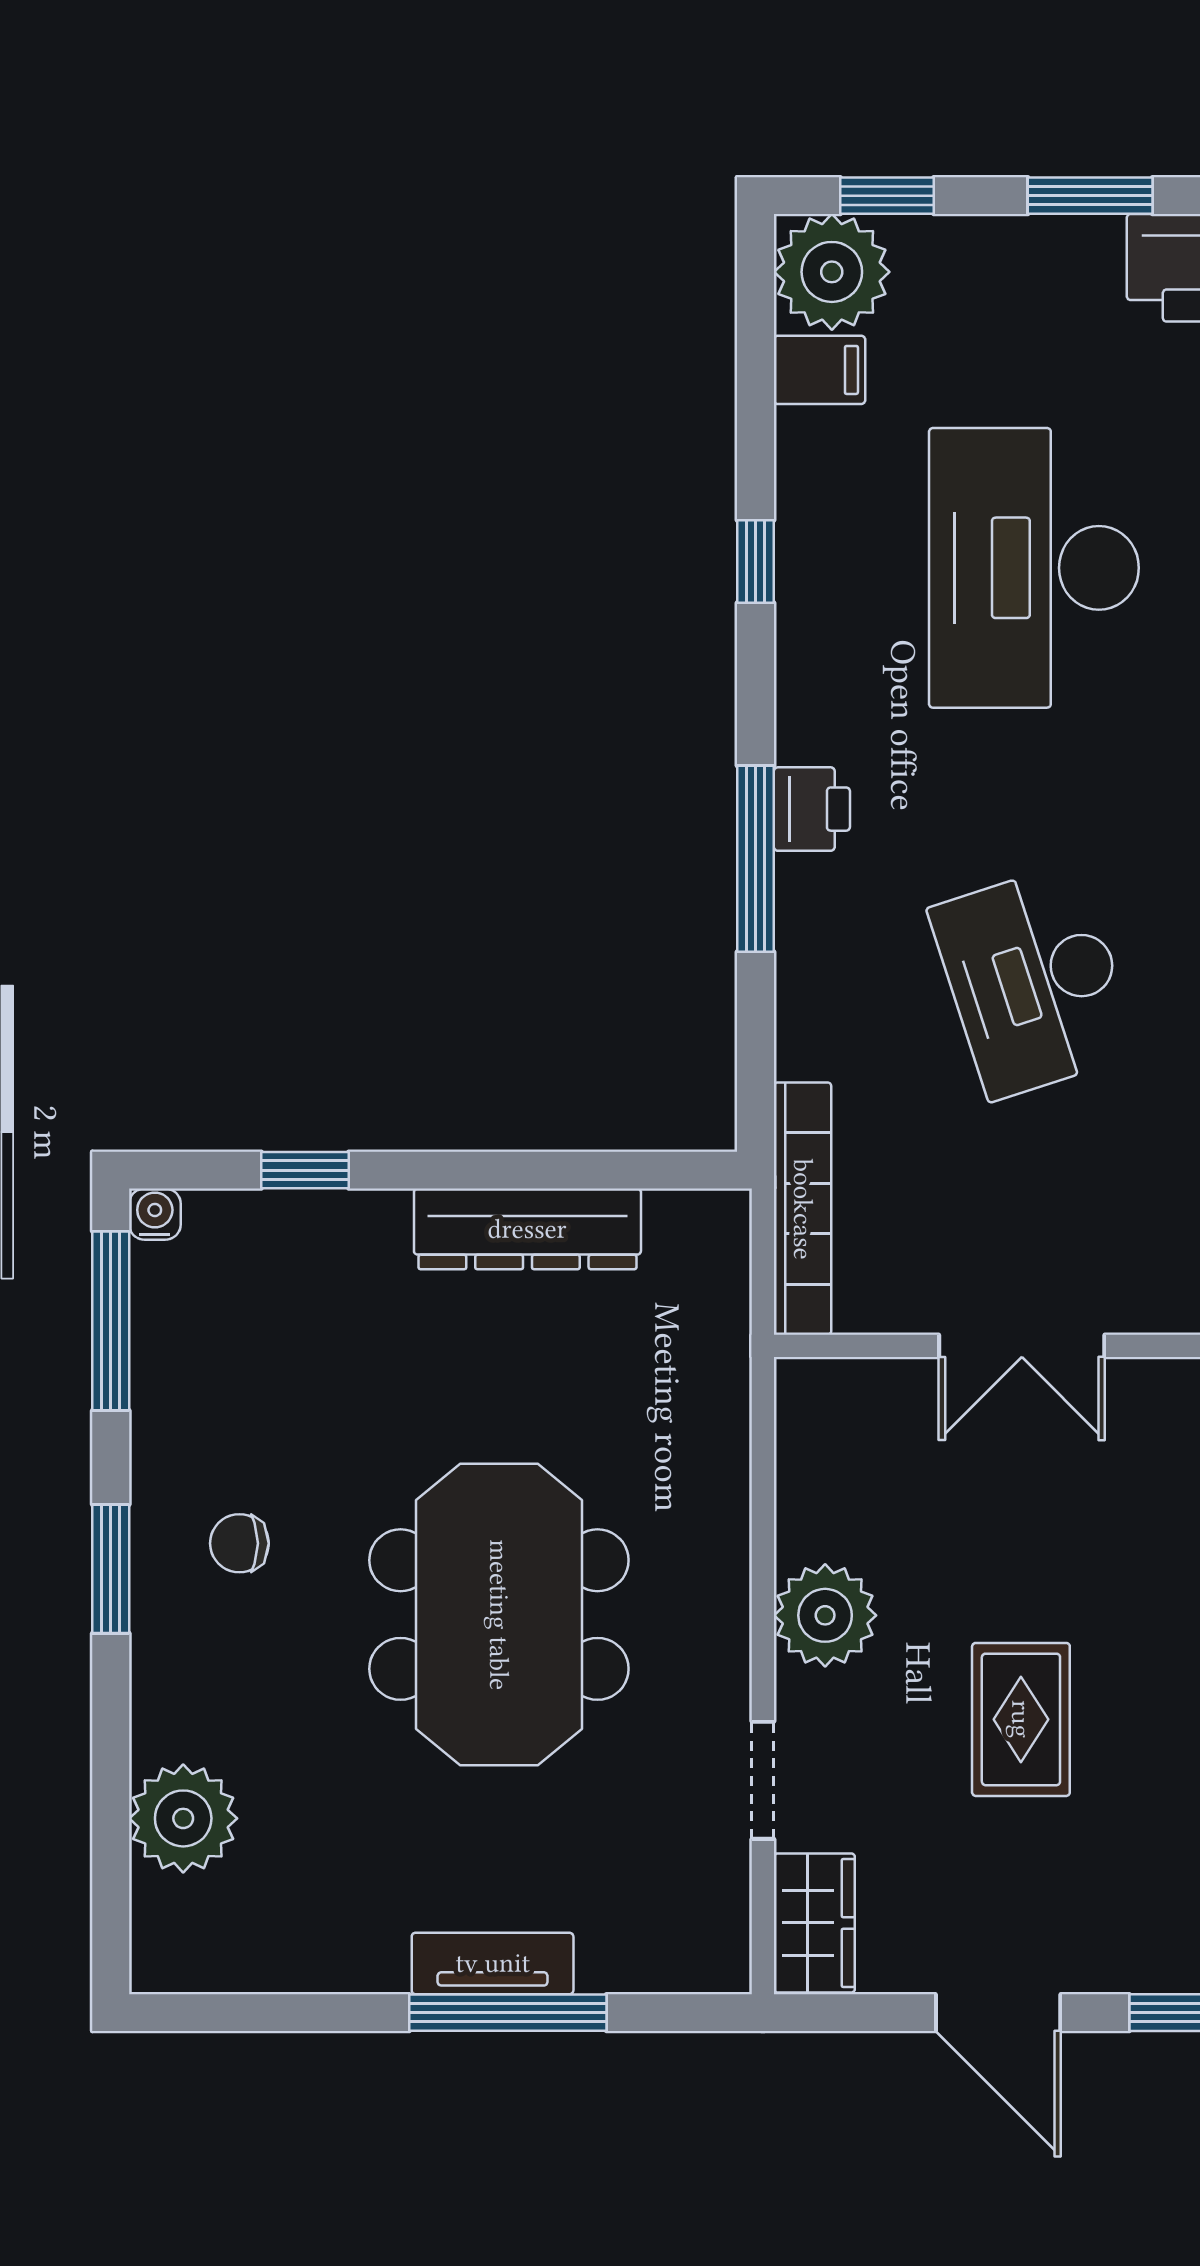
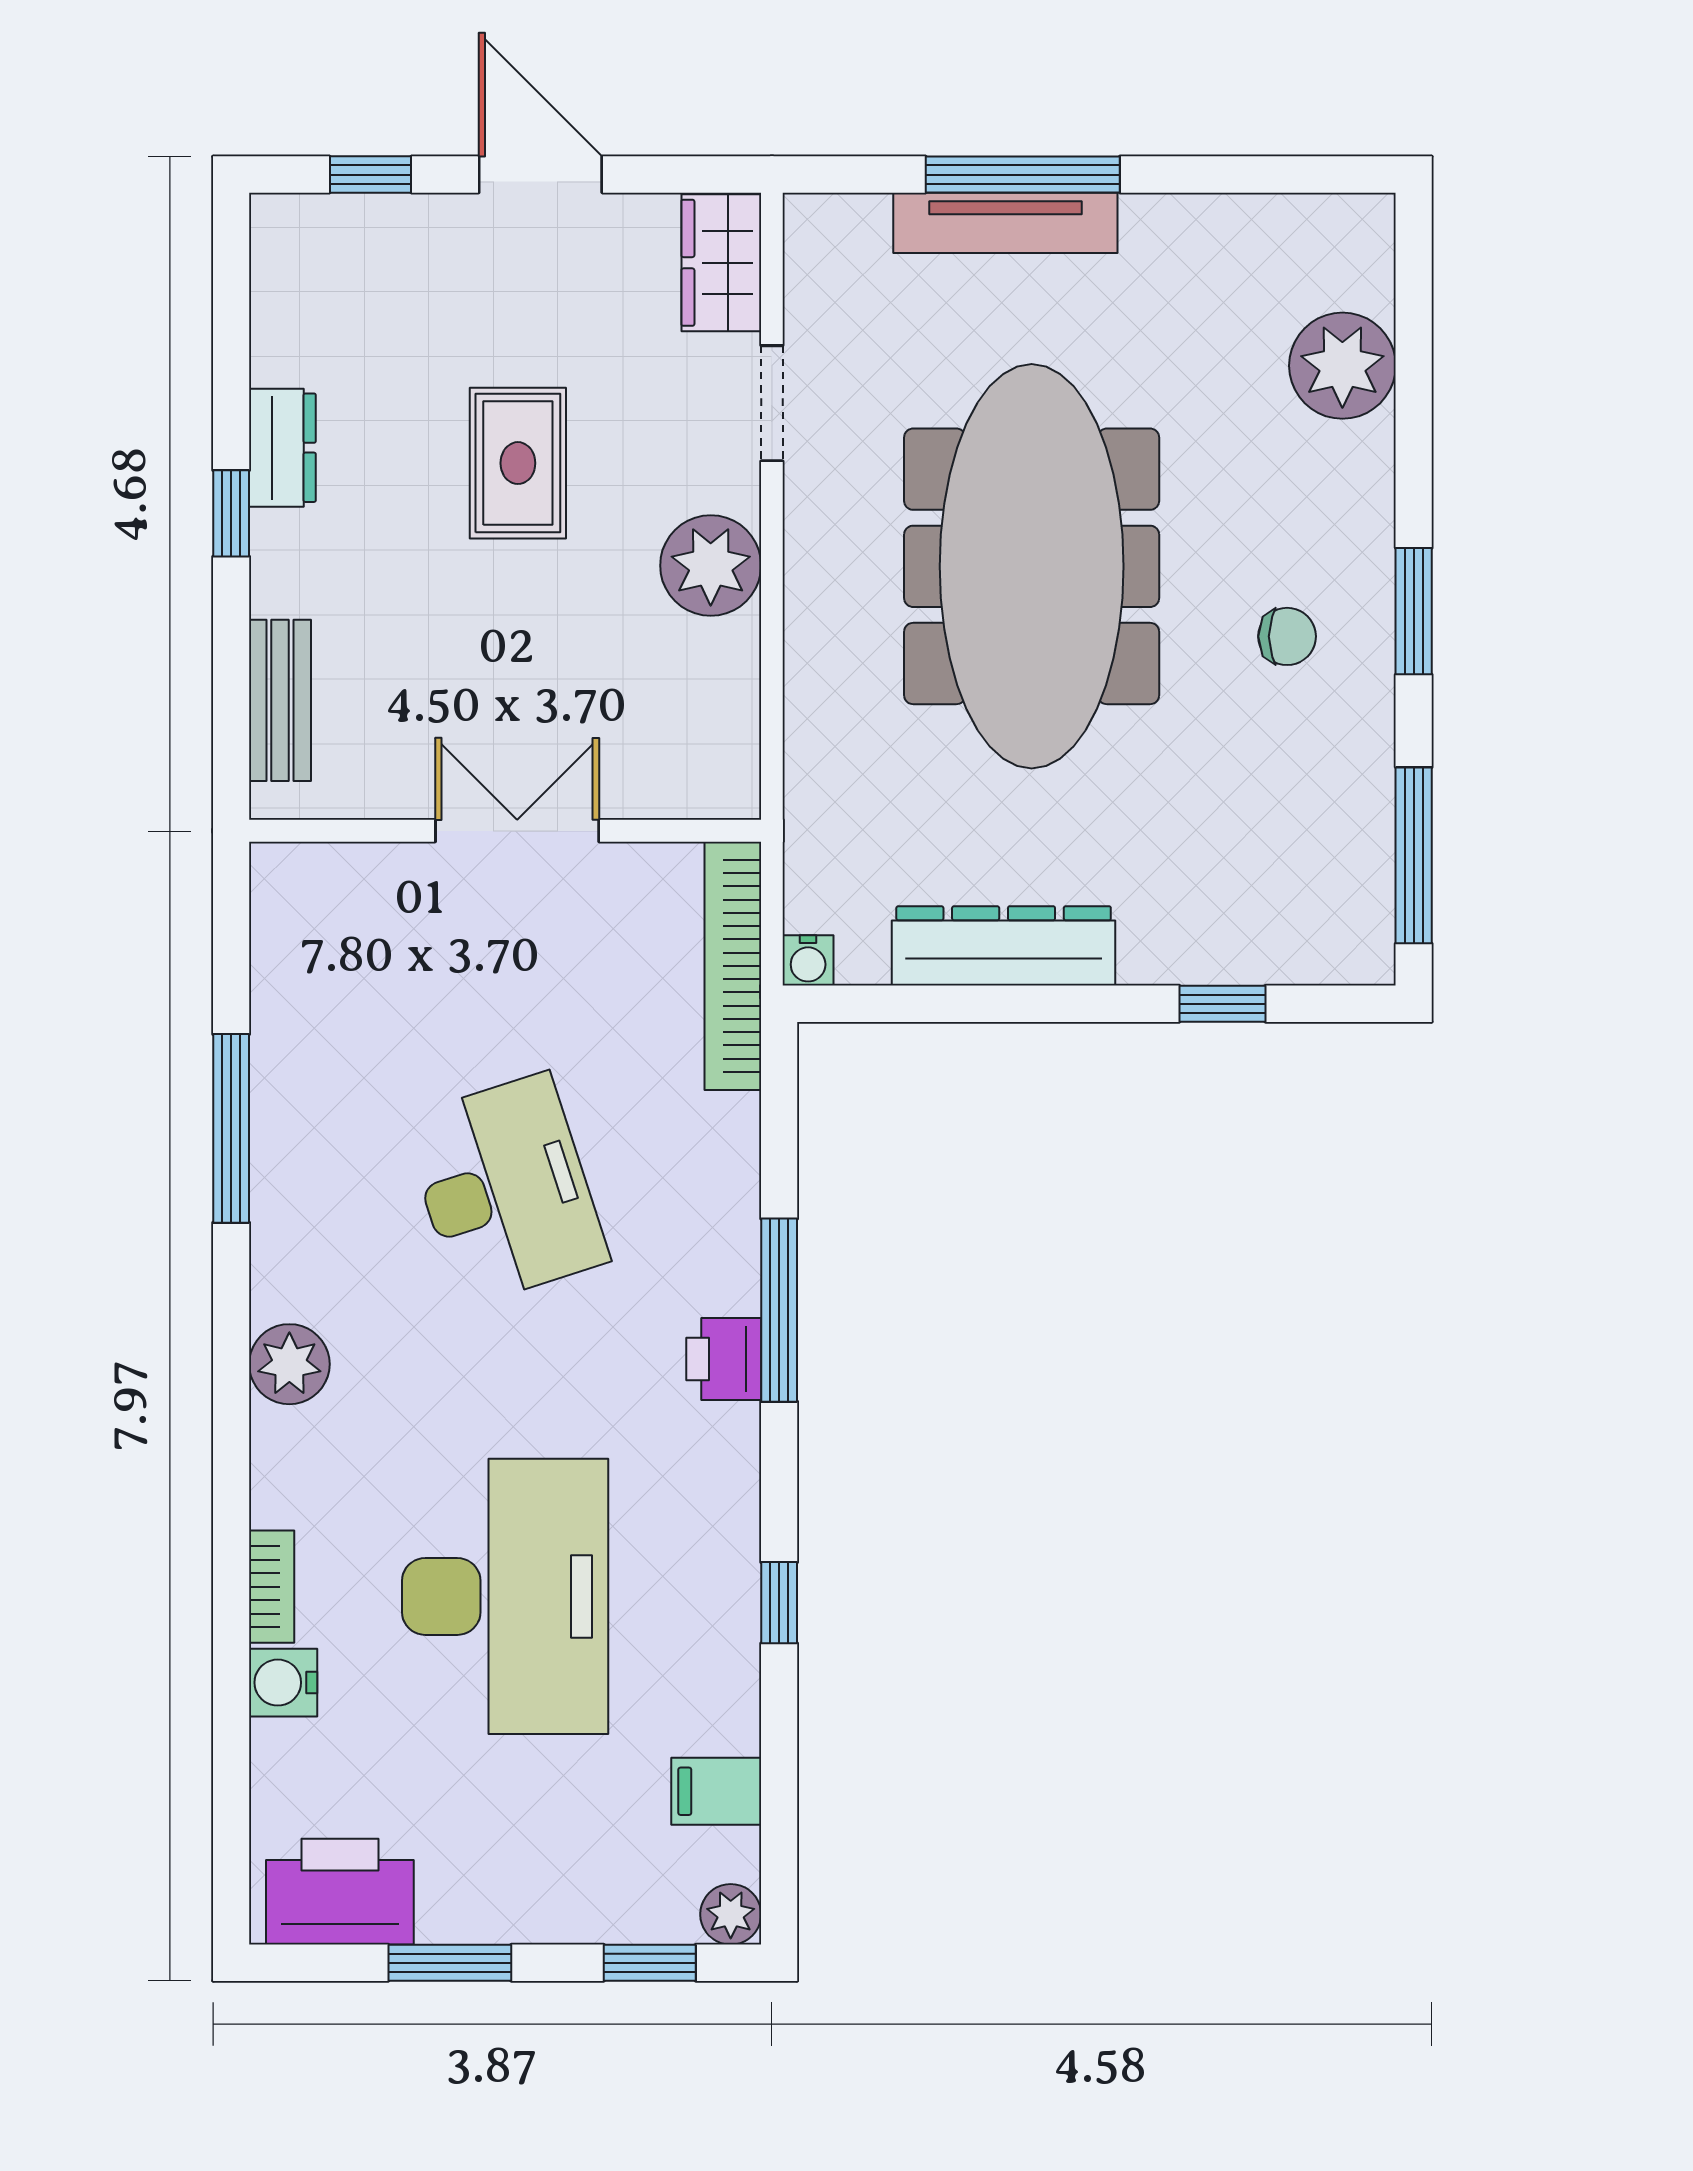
plant: (832, 272) -> (731, 1914), width x0.53, depth x0.53
water cooler: (155, 1214) -> (808, 960), moved
meeting table: (499, 1615) -> (1032, 566), width x1.36
tv unit: (493, 1963) -> (1005, 223), width x1.41

